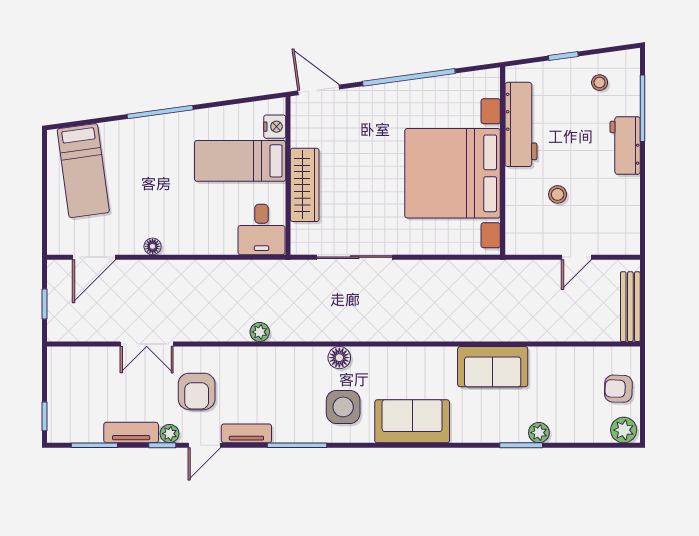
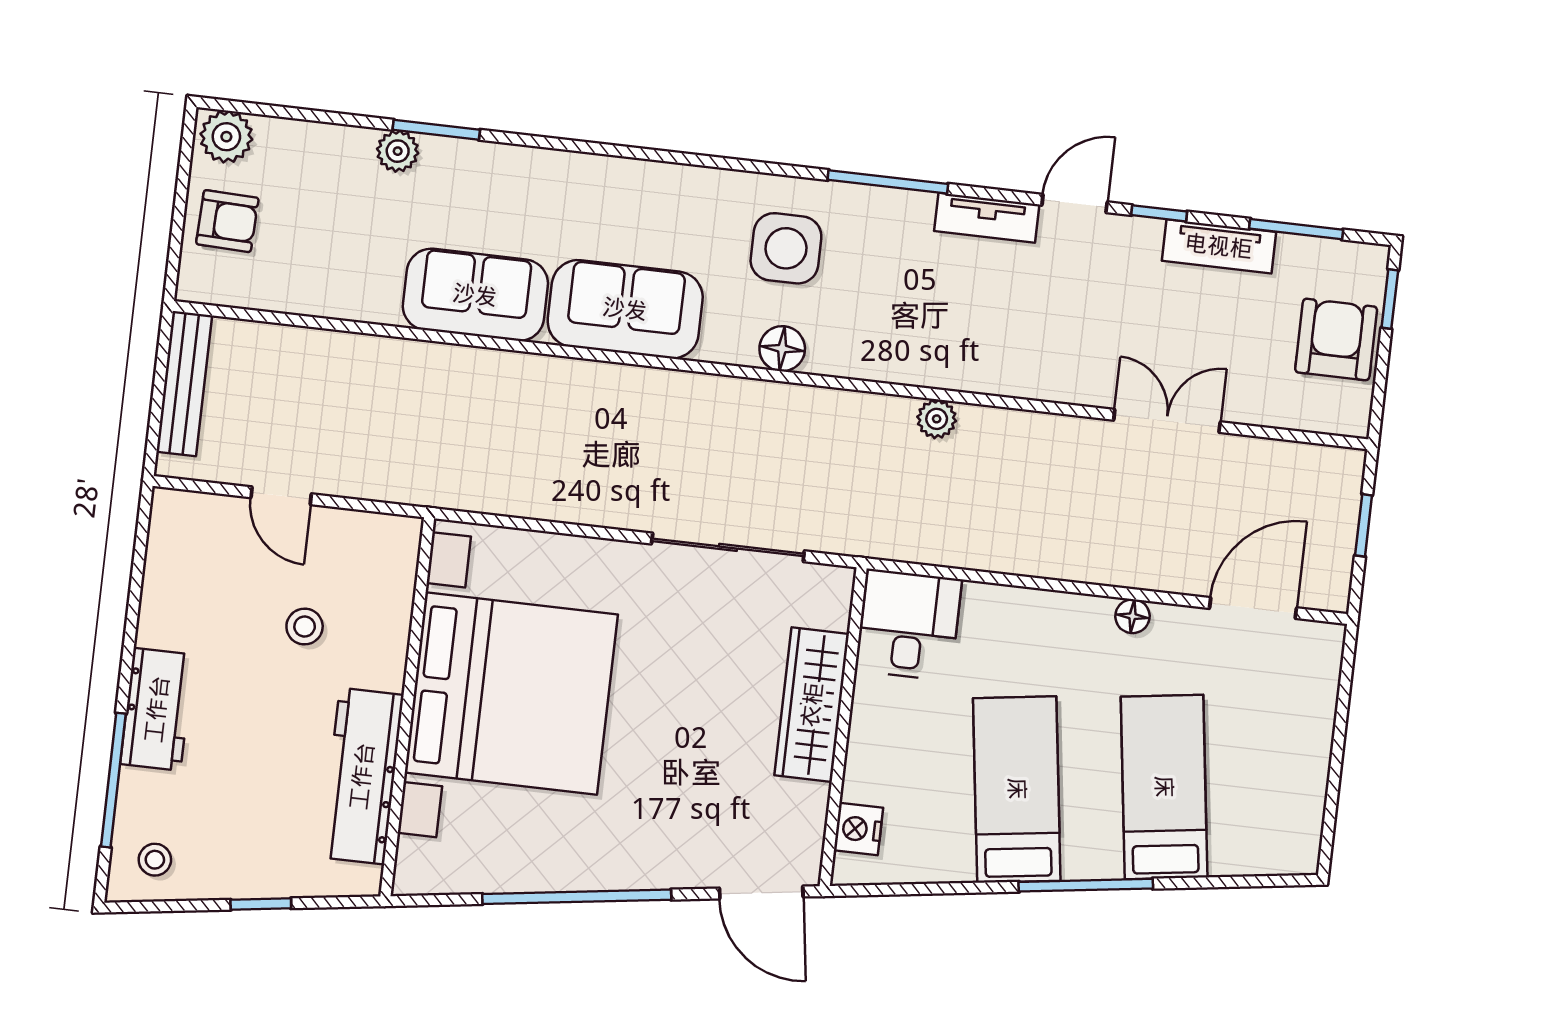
stool: (600, 83) -> (155, 860), moved
bed: (240, 161) -> (1017, 789), moved, turned -98
bed: (83, 171) -> (1164, 787), moved
door: (576, 257) -> (281, 496), swing flipped
armchair: (197, 391) -> (1336, 339), moved
sofa: (412, 421) -> (625, 309), moved, turned 180
plant: (169, 434) -> (1142, 235), removed

